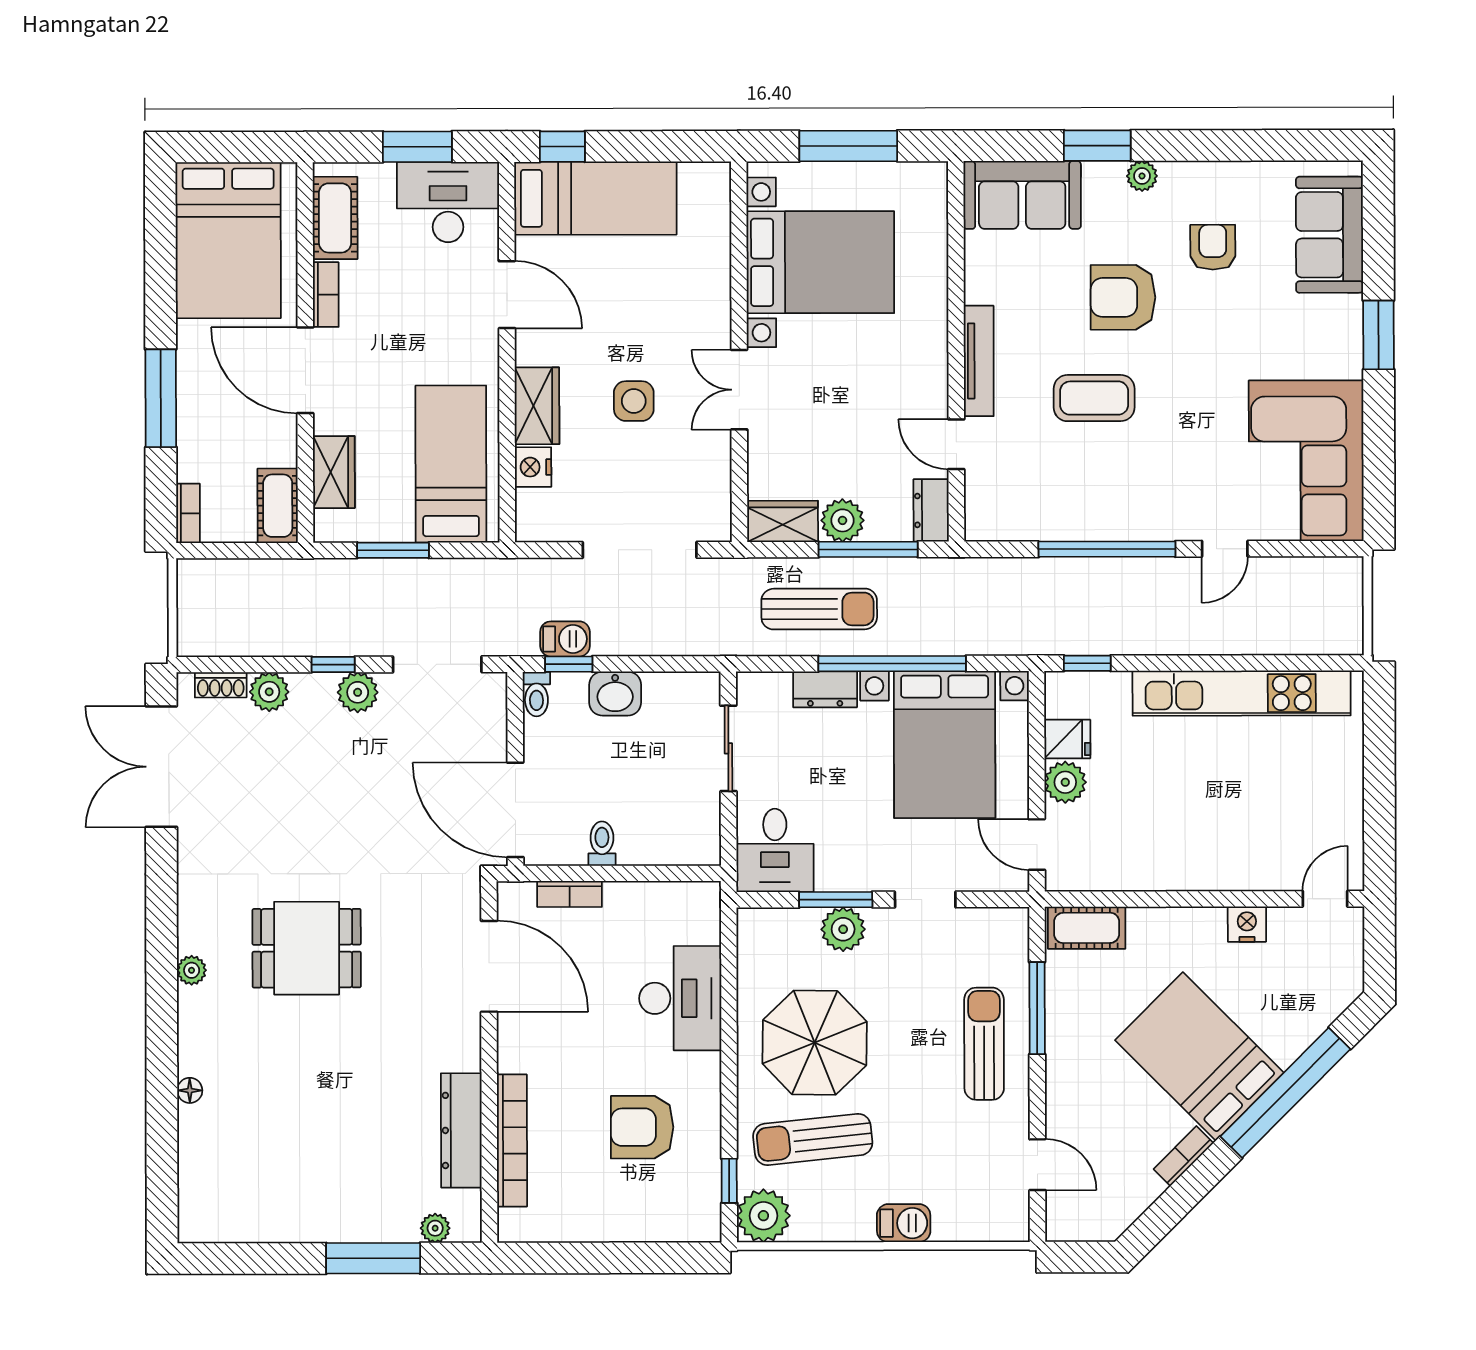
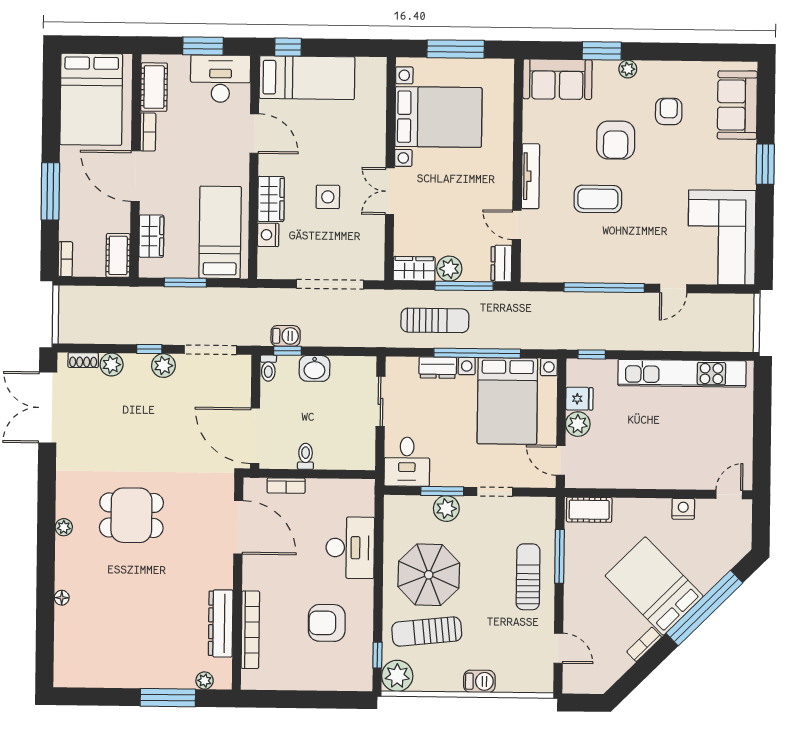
armchair: (1123, 297) -> (616, 140), turned -90

